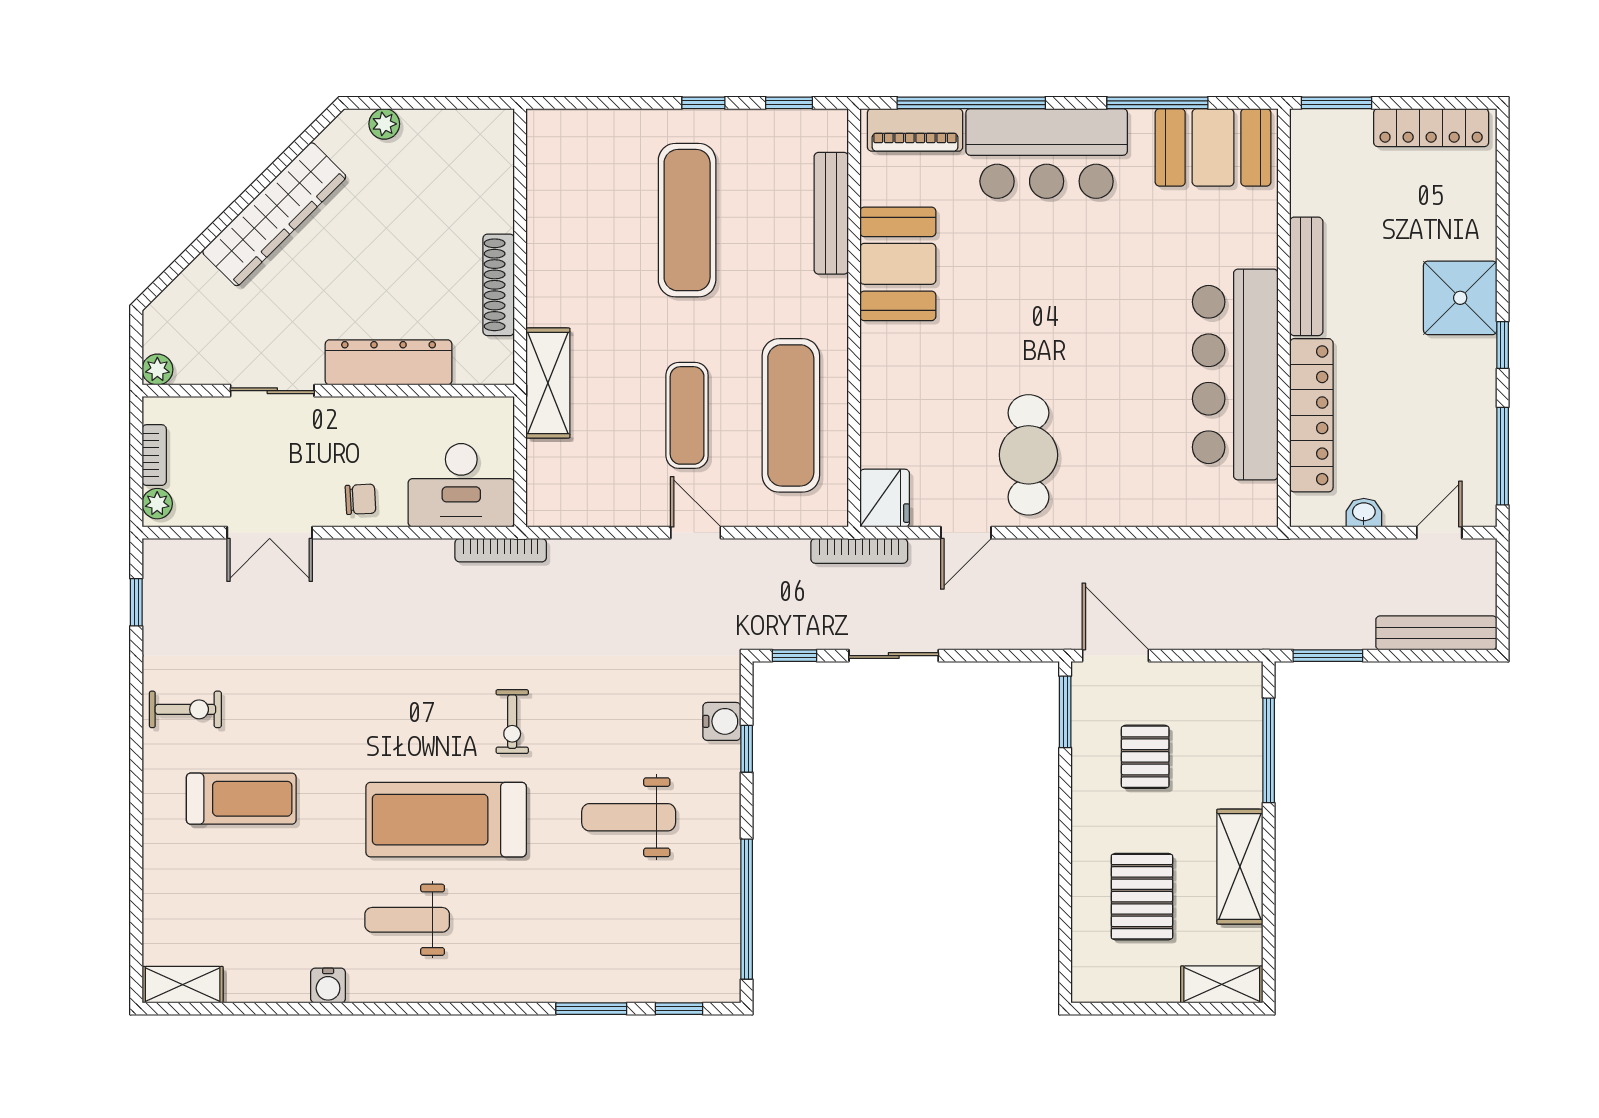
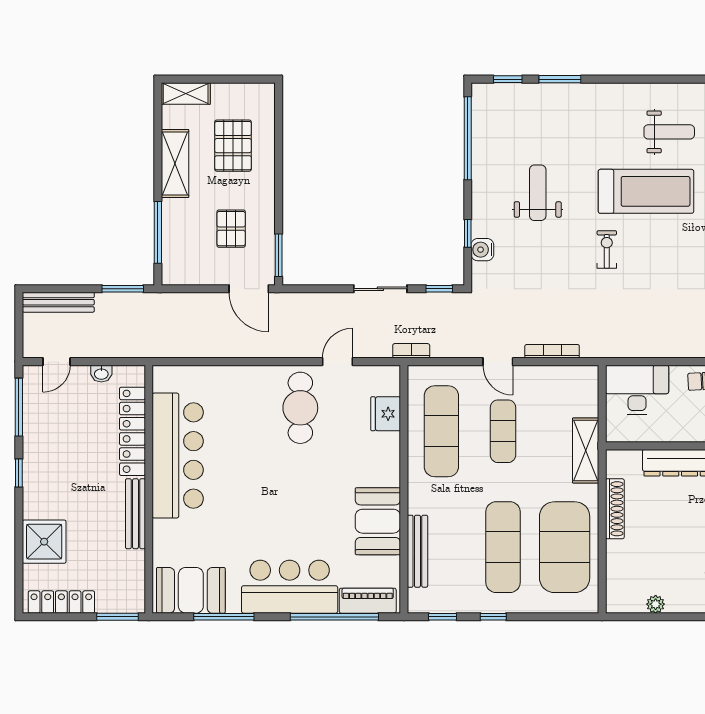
plant: (384, 124) -> (656, 604), moved
exercise mat: (583, 220) -> (565, 547), added
shower: (1460, 298) -> (44, 542), moved
fridge: (885, 498) -> (386, 414), moved
bookcase: (501, 550) -> (552, 351), moved
bookcase: (859, 551) -> (411, 351), width x0.64
weight bench: (629, 817) -> (538, 193), turned -90

